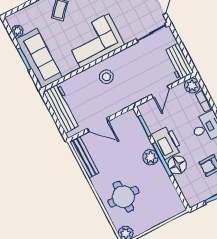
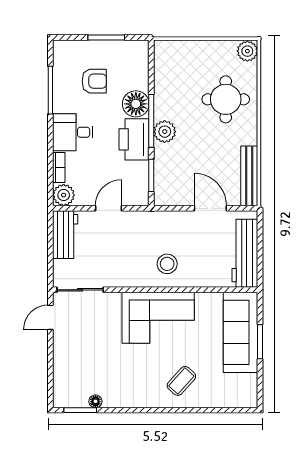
plant: (17, 31) -> (250, 382), removed

